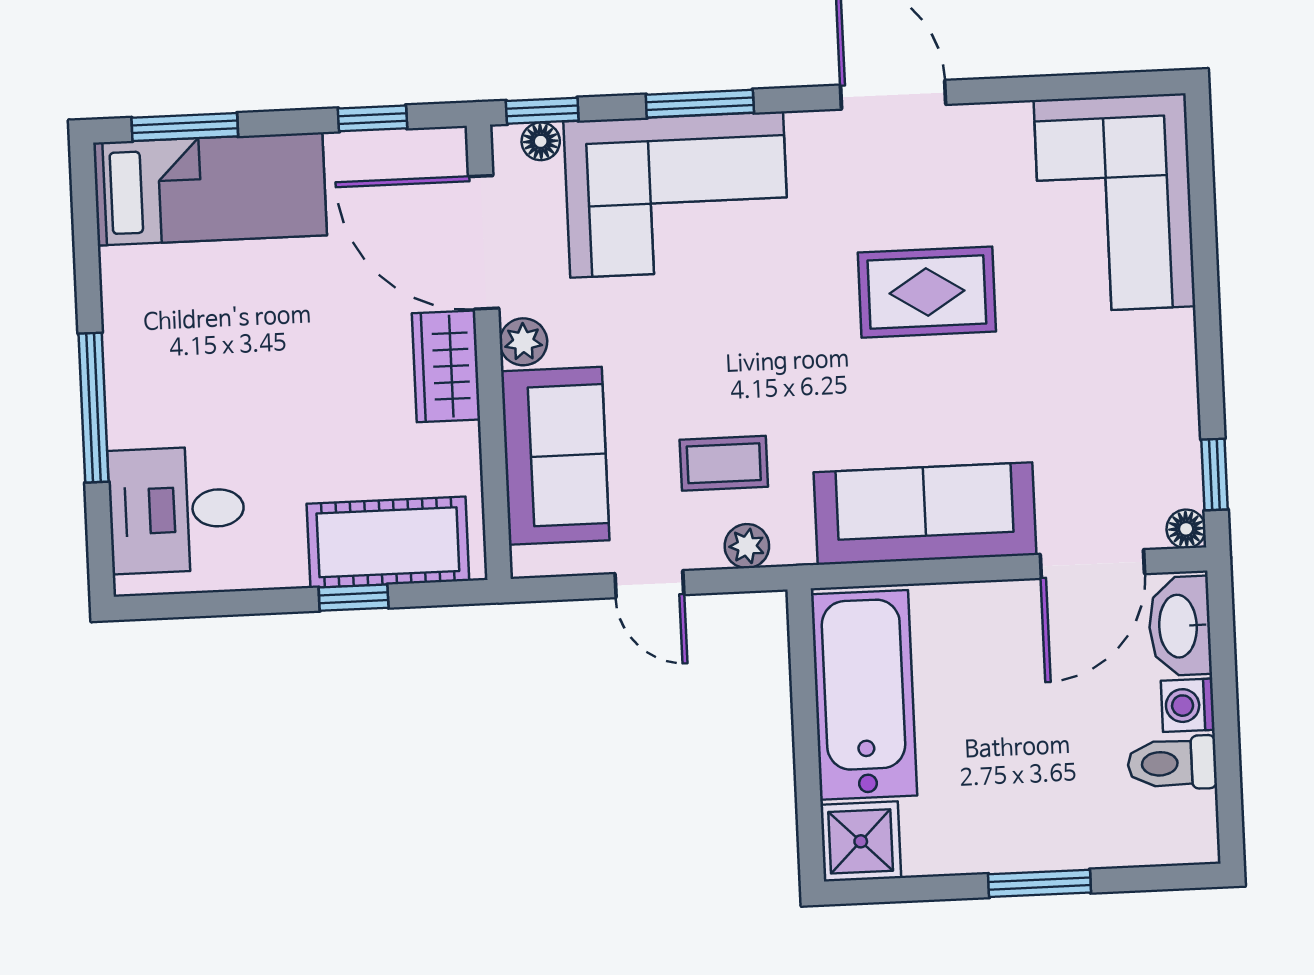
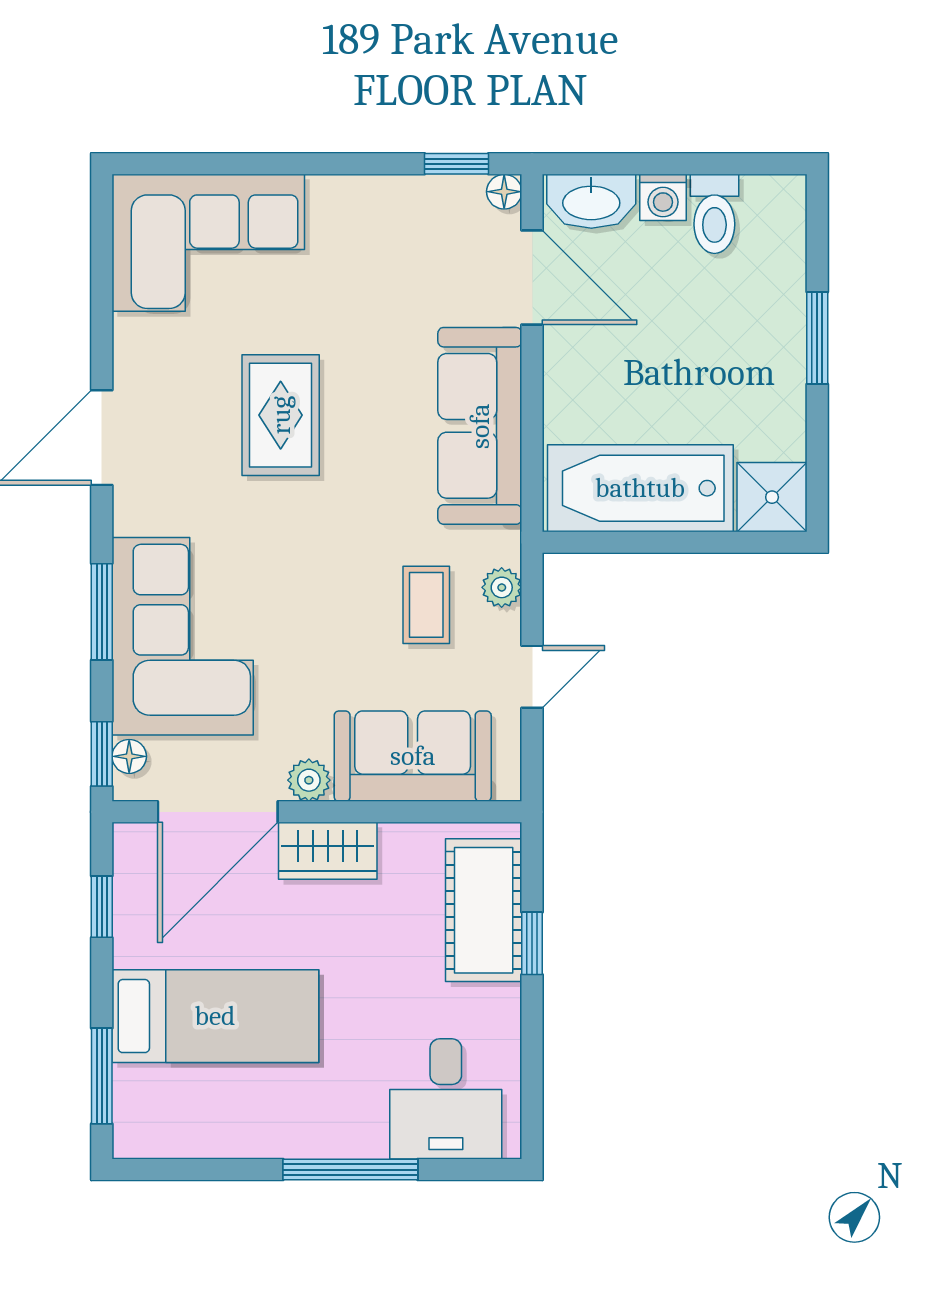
bed: (210, 189) -> (215, 1016), moved, turned 90

